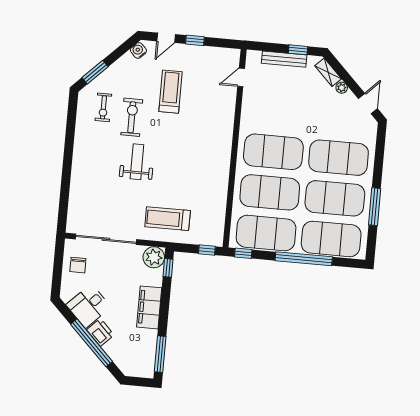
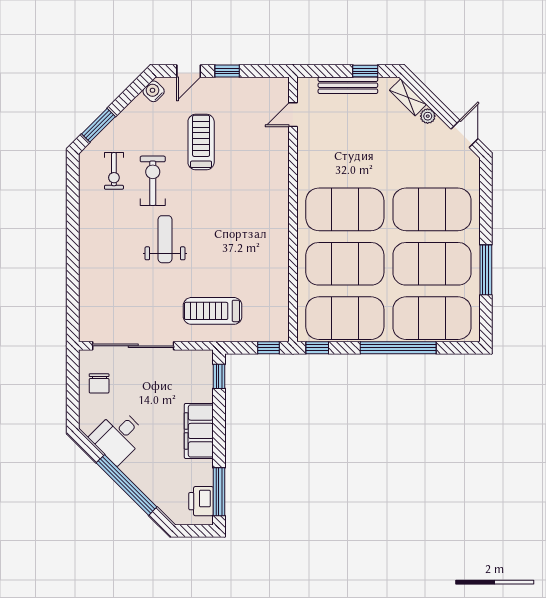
plant: (154, 257) -> (199, 364), removed
printer: (100, 332) -> (201, 501), moved, turned -135

